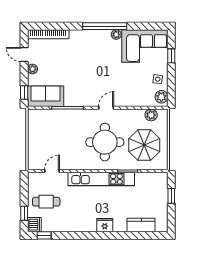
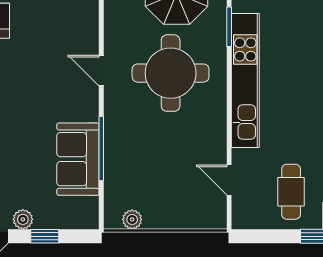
window: (24, 93) -> (45, 236), moved
sofa: (46, 96) -> (78, 159), moved
plant: (32, 123) -> (132, 219), added

